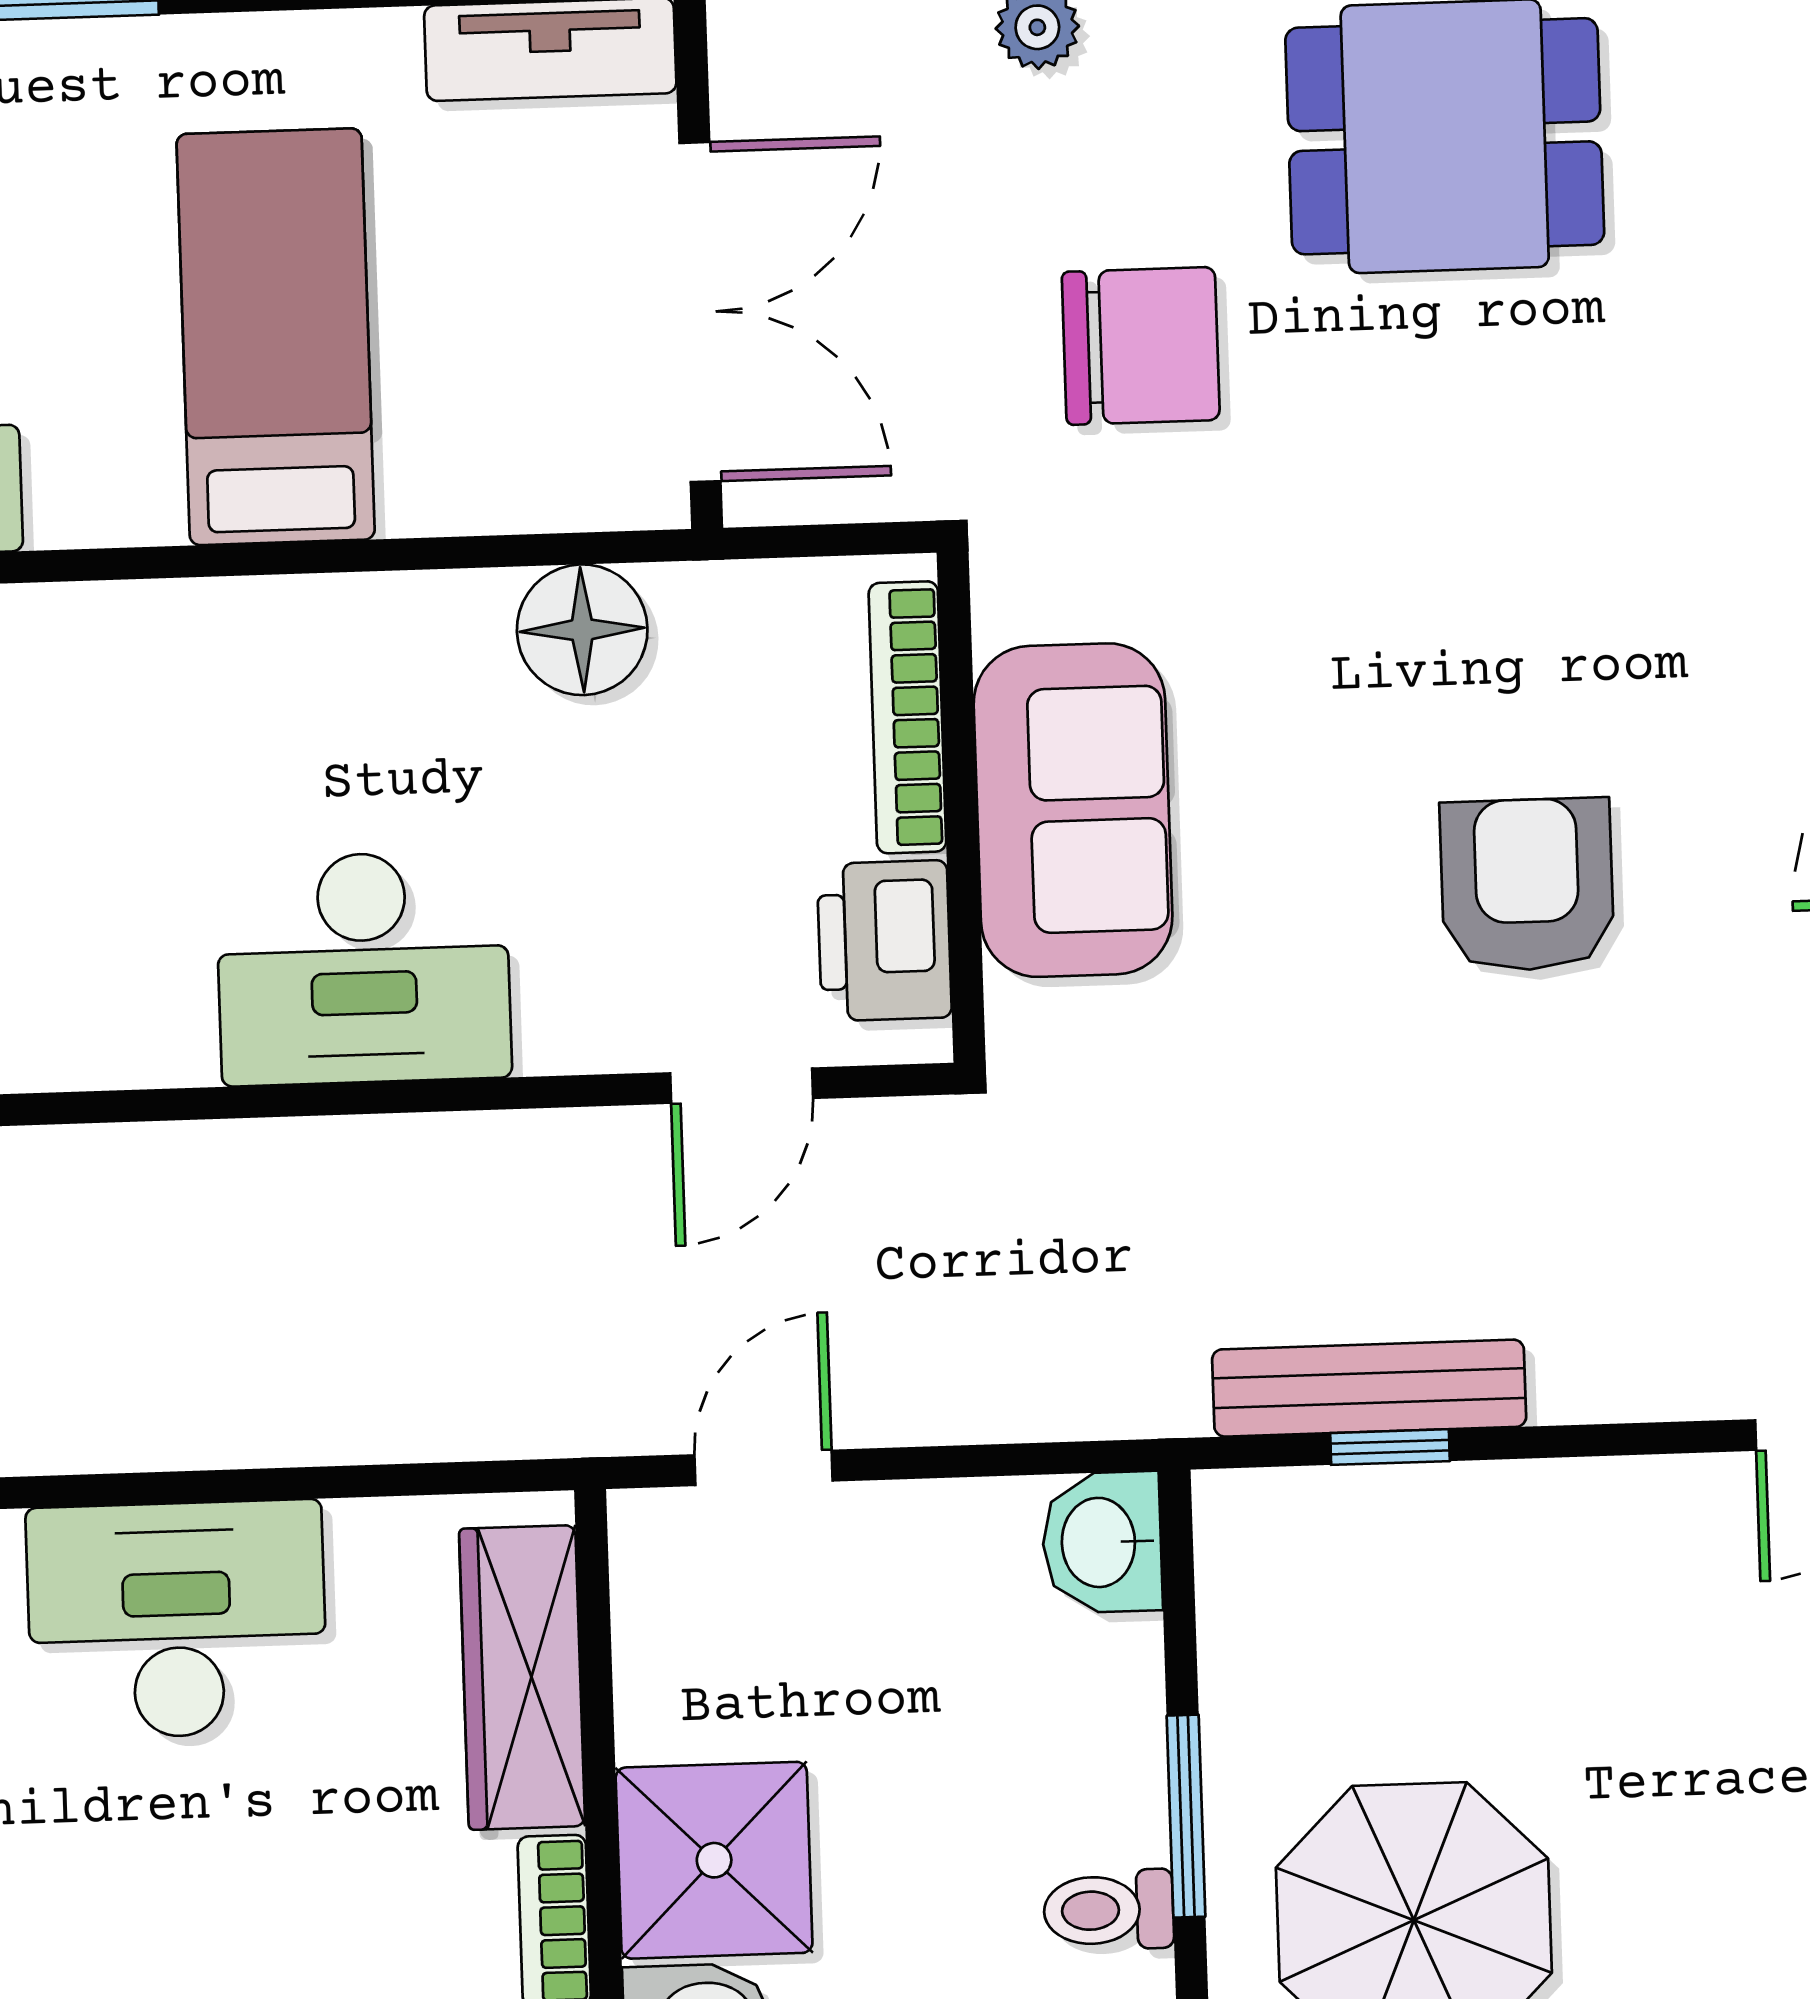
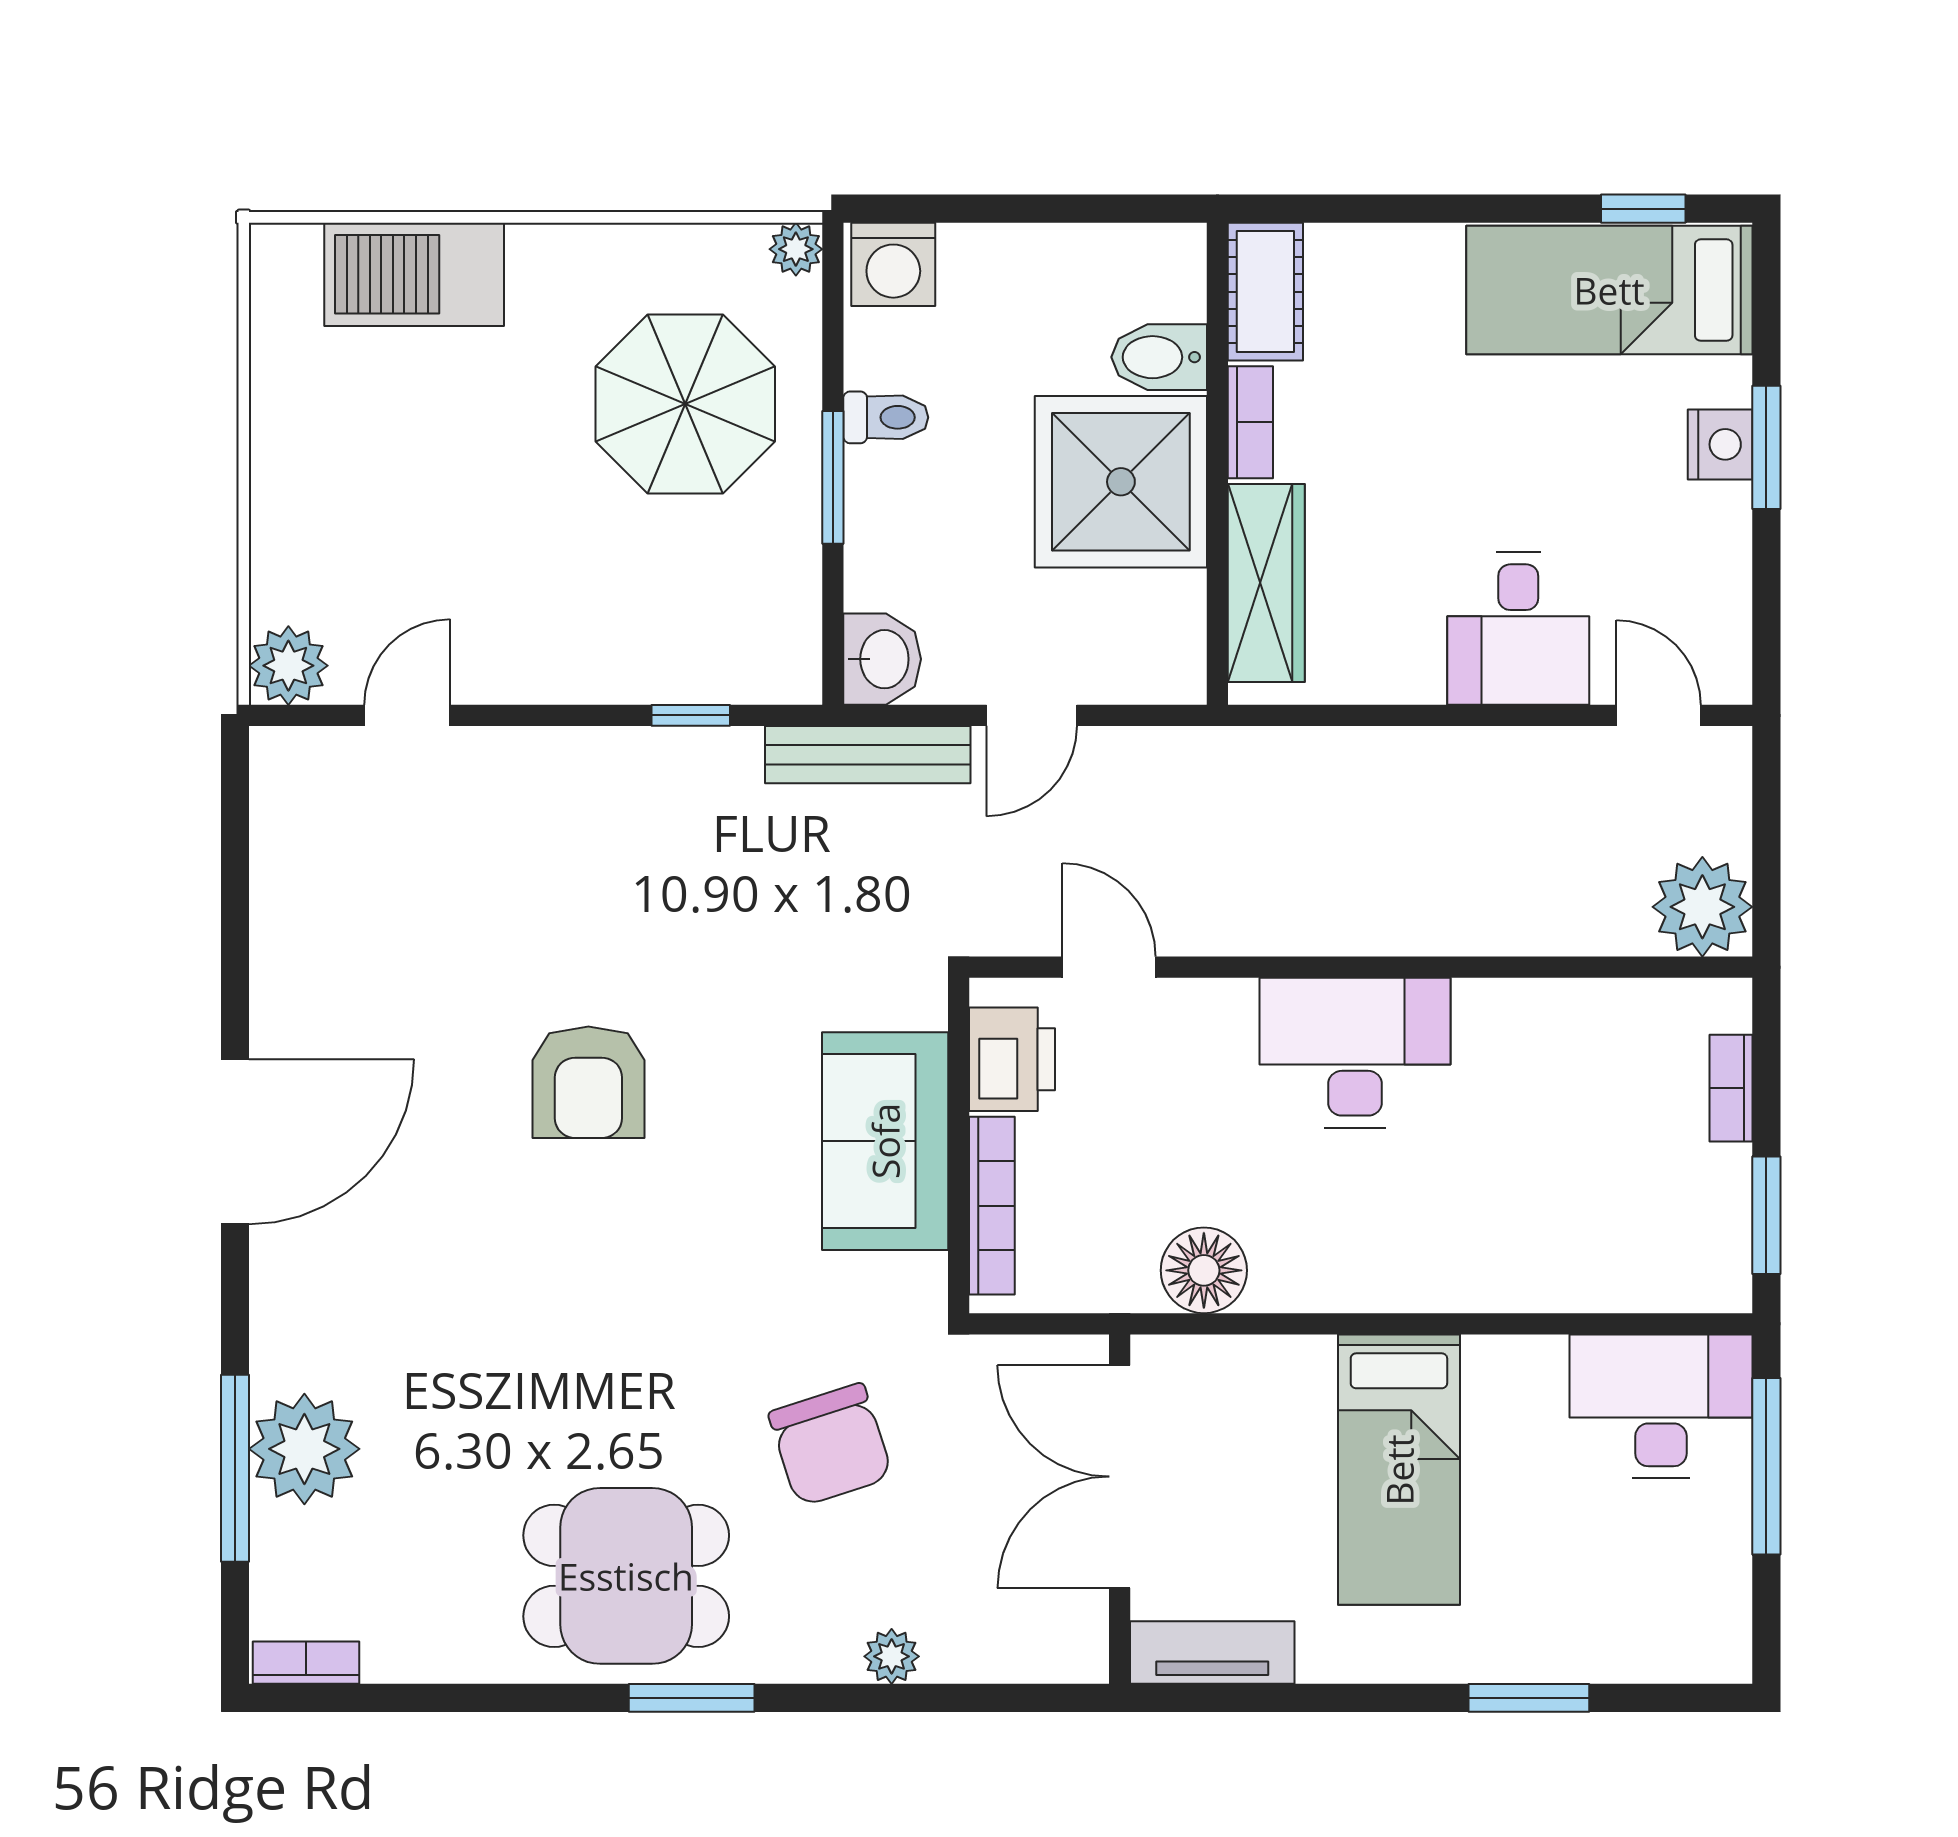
chair: (1141, 346) -> (831, 1445), turned -108
door: (742, 1086) -> (1109, 967), hinge flipped
bench: (1369, 1388) -> (868, 755), moved
door: (763, 1468) -> (1032, 715), moved
desk: (177, 1620) -> (1518, 628), width x0.73
shower: (714, 1860) -> (1121, 482), width x1.37, depth x1.37

